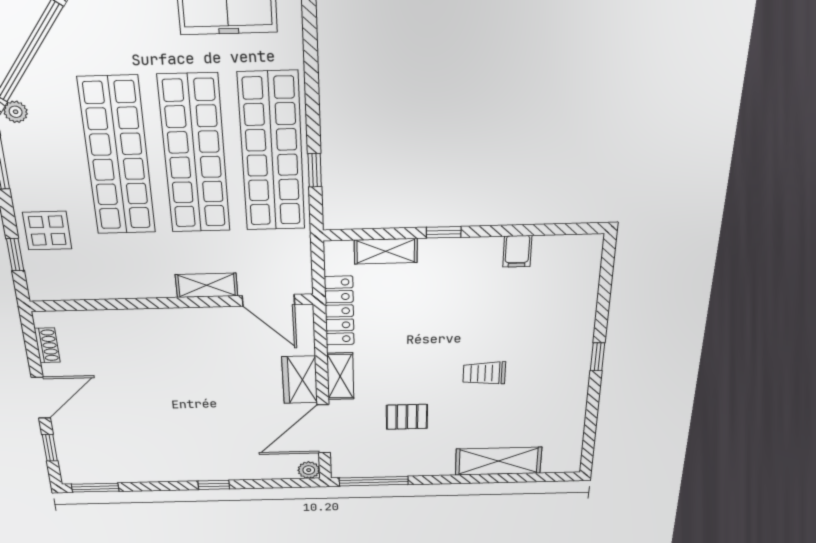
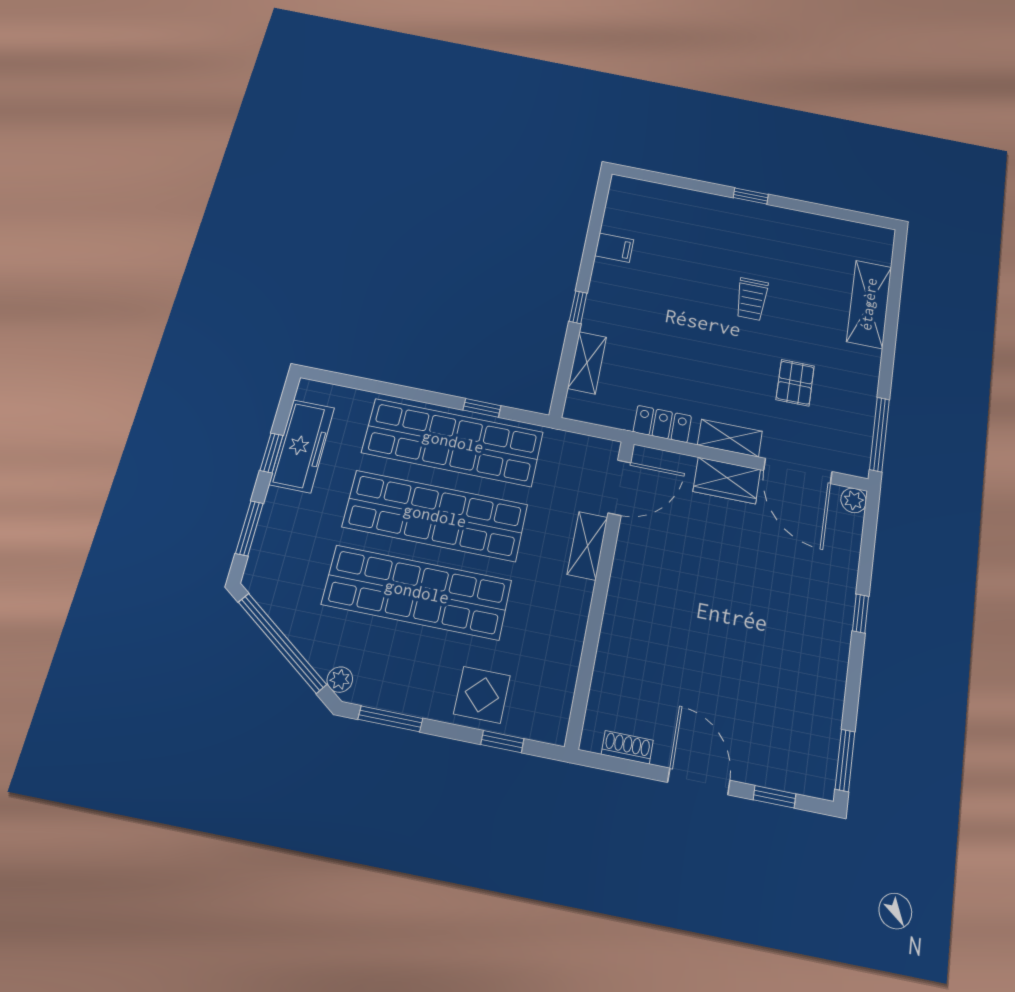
locker: (339, 311) -> (662, 424), width x0.66

